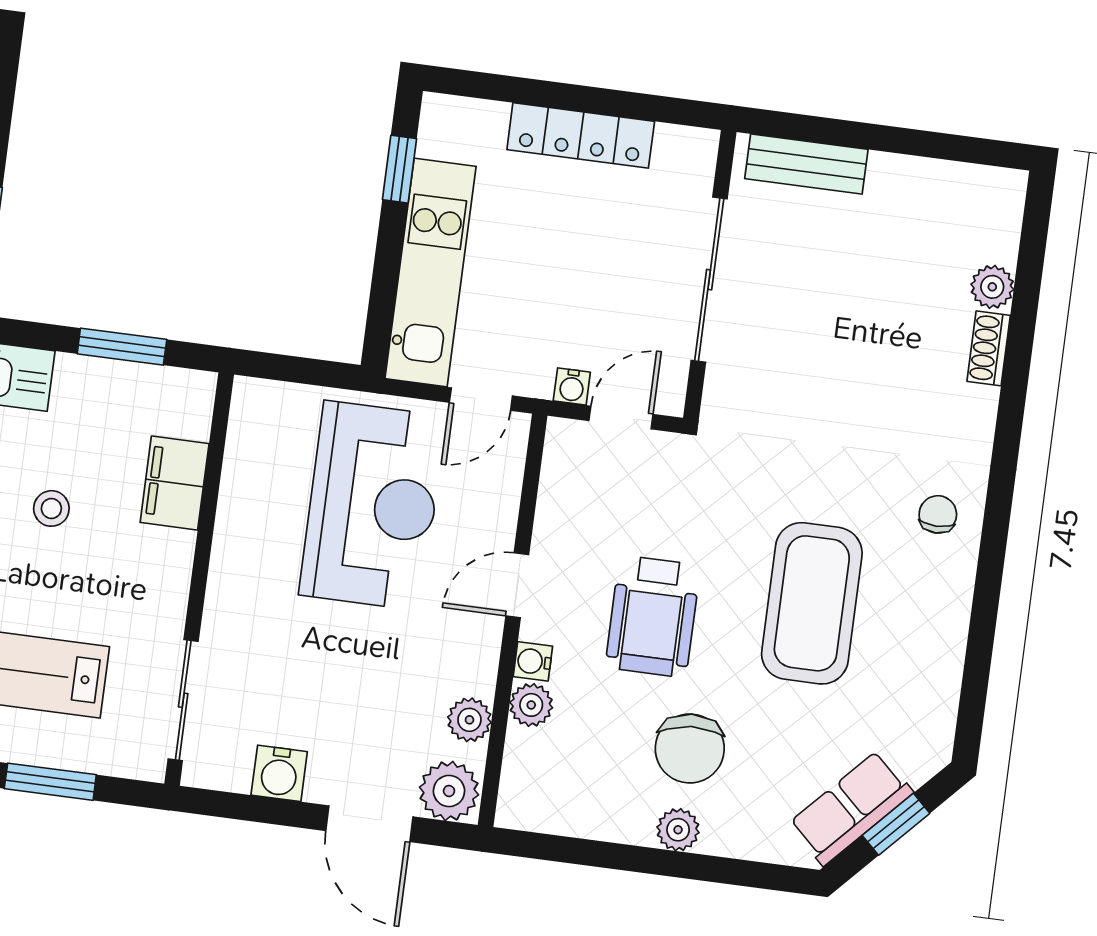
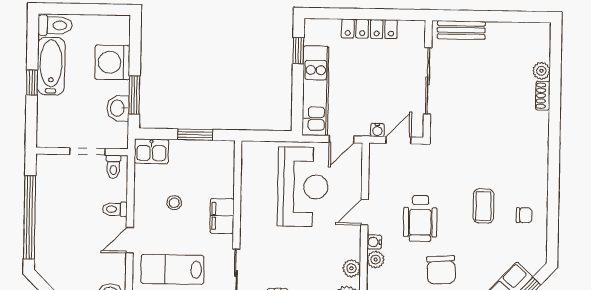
filing cabinet: (175, 483) -> (222, 216), moved
chair: (938, 514) -> (524, 215), moved, turned 90
coffee table: (812, 603) -> (483, 206), width x0.54, depth x0.58

